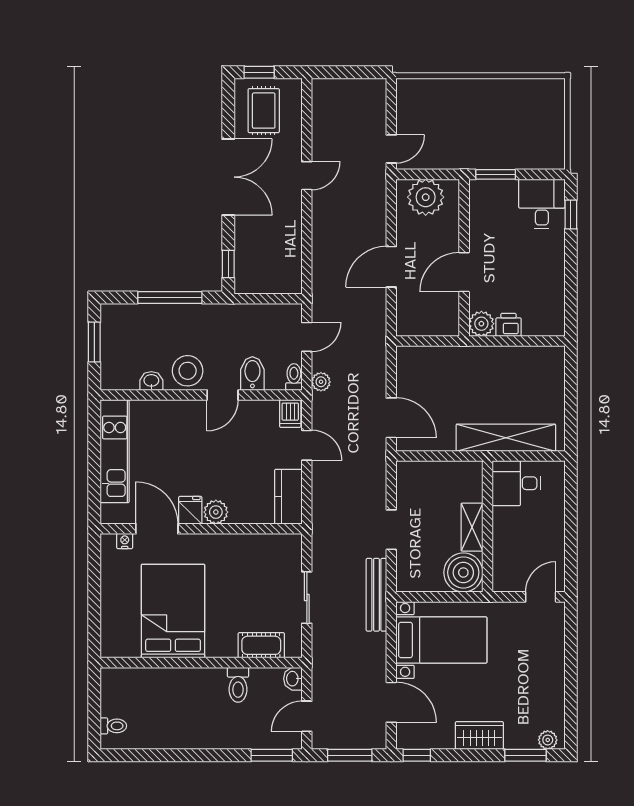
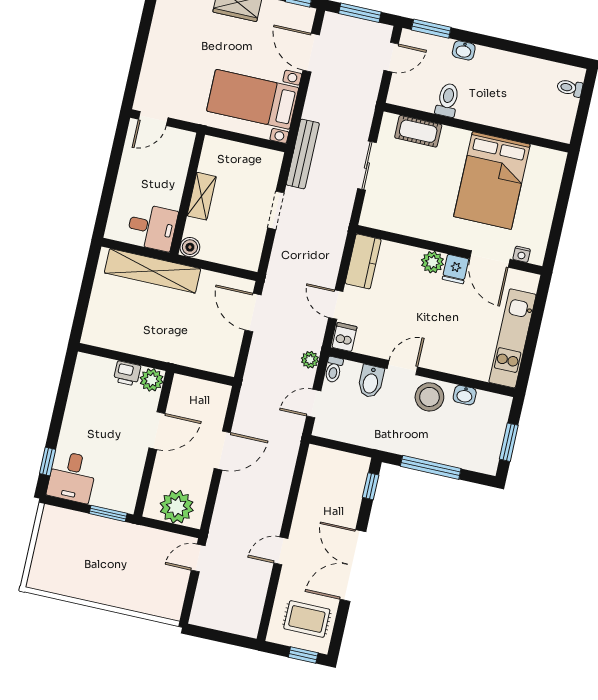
rug: (264, 111) -> (307, 619), turned 90
boiler: (463, 572) -> (190, 247), moved, width x0.54, depth x0.54
washbasin: (293, 679) -> (464, 50), moved, turned 90

